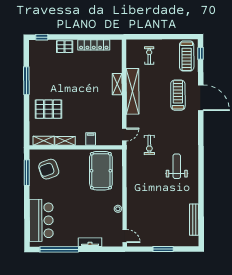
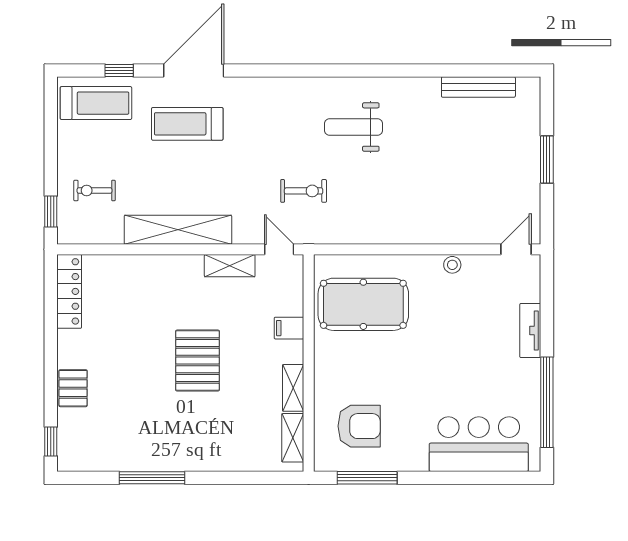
window: (140, 37) -> (51, 211), added
locker: (94, 45) -> (69, 291), moved
window: (201, 53) -> (119, 70), moved
shelving: (117, 84) -> (230, 266), moved
pallet: (48, 109) -> (198, 361), moved
armchair: (49, 169) -> (359, 426), turned -71

